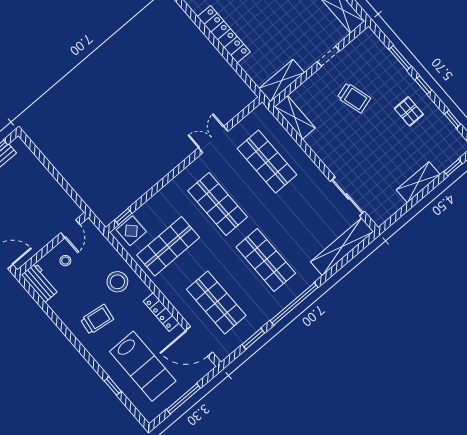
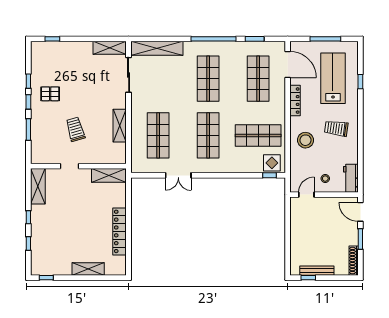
pallet: (409, 111) -> (50, 94), turned 90
shelving: (295, 117) -> (120, 126), moved
window: (453, 119) -> (28, 81), moved
shelving: (418, 182) -> (110, 48), moved

